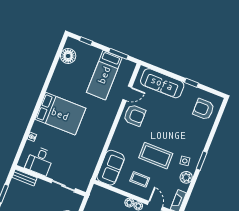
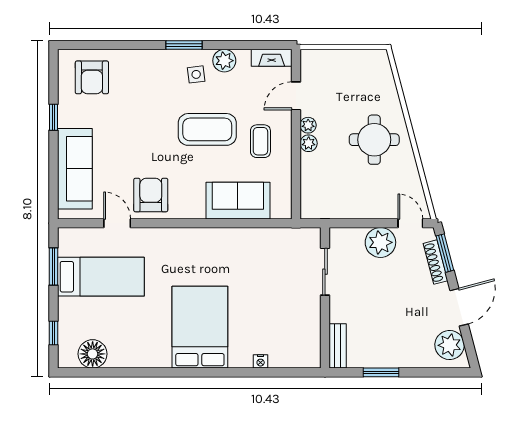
coffee table: (156, 156) -> (207, 129), turned 90
desk: (40, 161) -> (297, 331), removed
sofa: (111, 168) -> (238, 201), moved

